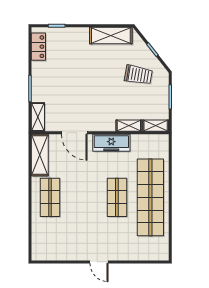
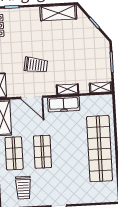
trolley: (138, 75) -> (36, 65), moved
shelving: (129, 126) -> (68, 89), moved
shop shelf: (117, 197) -> (43, 152), moved
trolley: (59, 238) -> (23, 188), added

